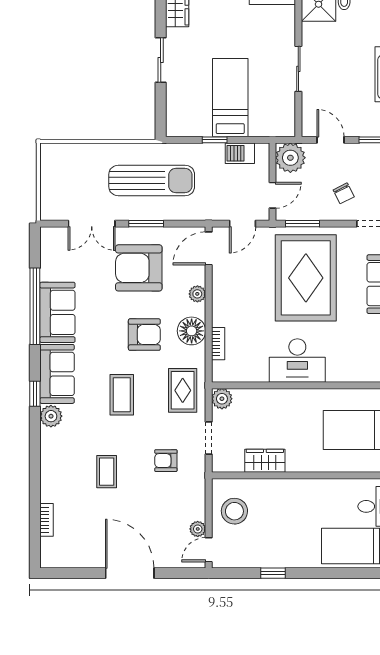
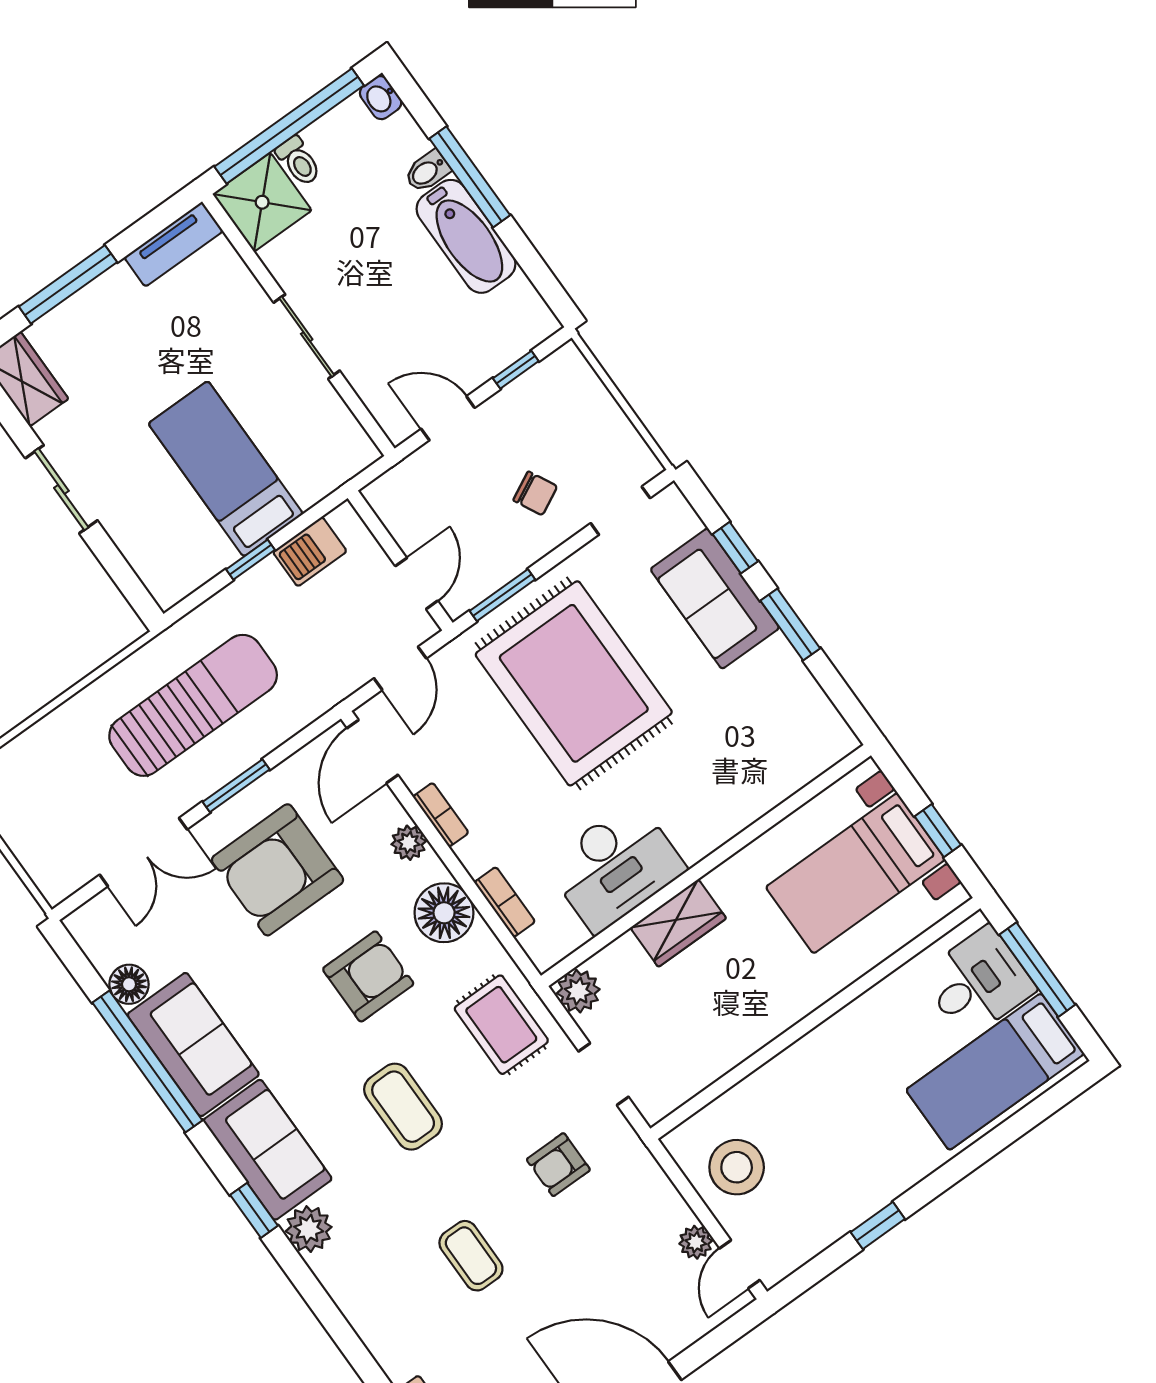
plant: (290, 158) -> (401, 498), removed
floor lamp: (49, 271) -> (129, 984), added
bookcase: (218, 292) -> (441, 815), added
desk: (297, 361) -> (615, 866), moved
wardrobe: (265, 461) -> (678, 923), moved, turned 180

